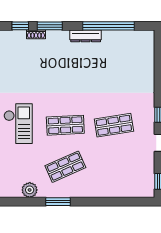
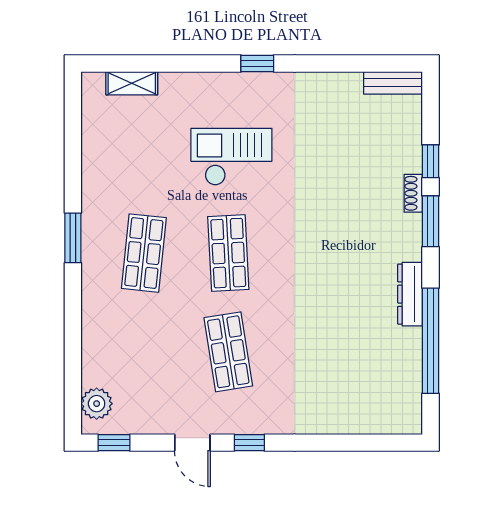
checkout: (18, 124) -> (231, 157), turned 180
shop shelf: (65, 167) -> (144, 253), turned 30
plant: (30, 190) -> (97, 404), moved

